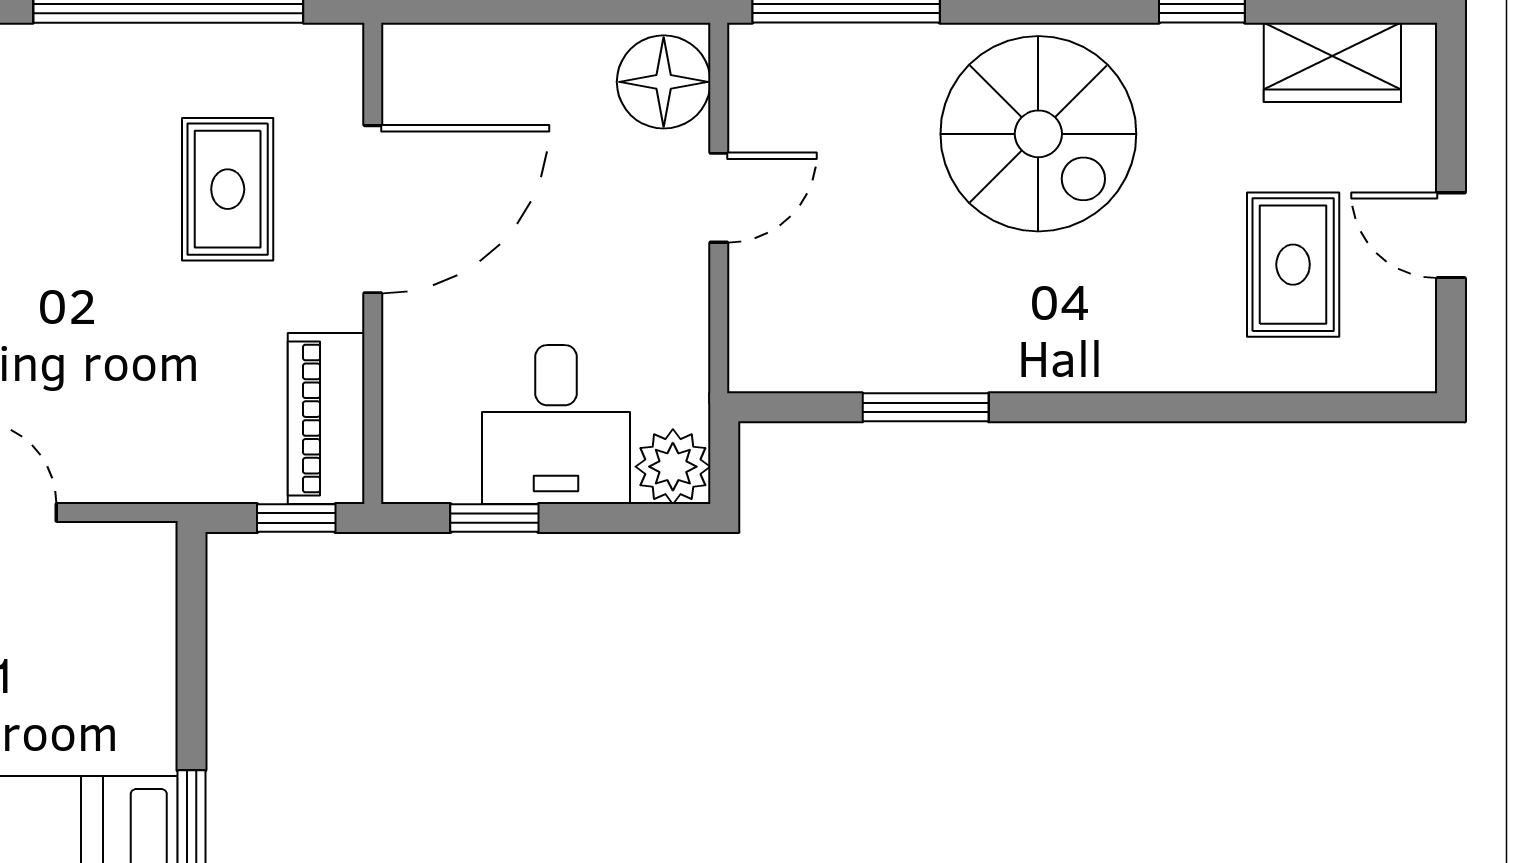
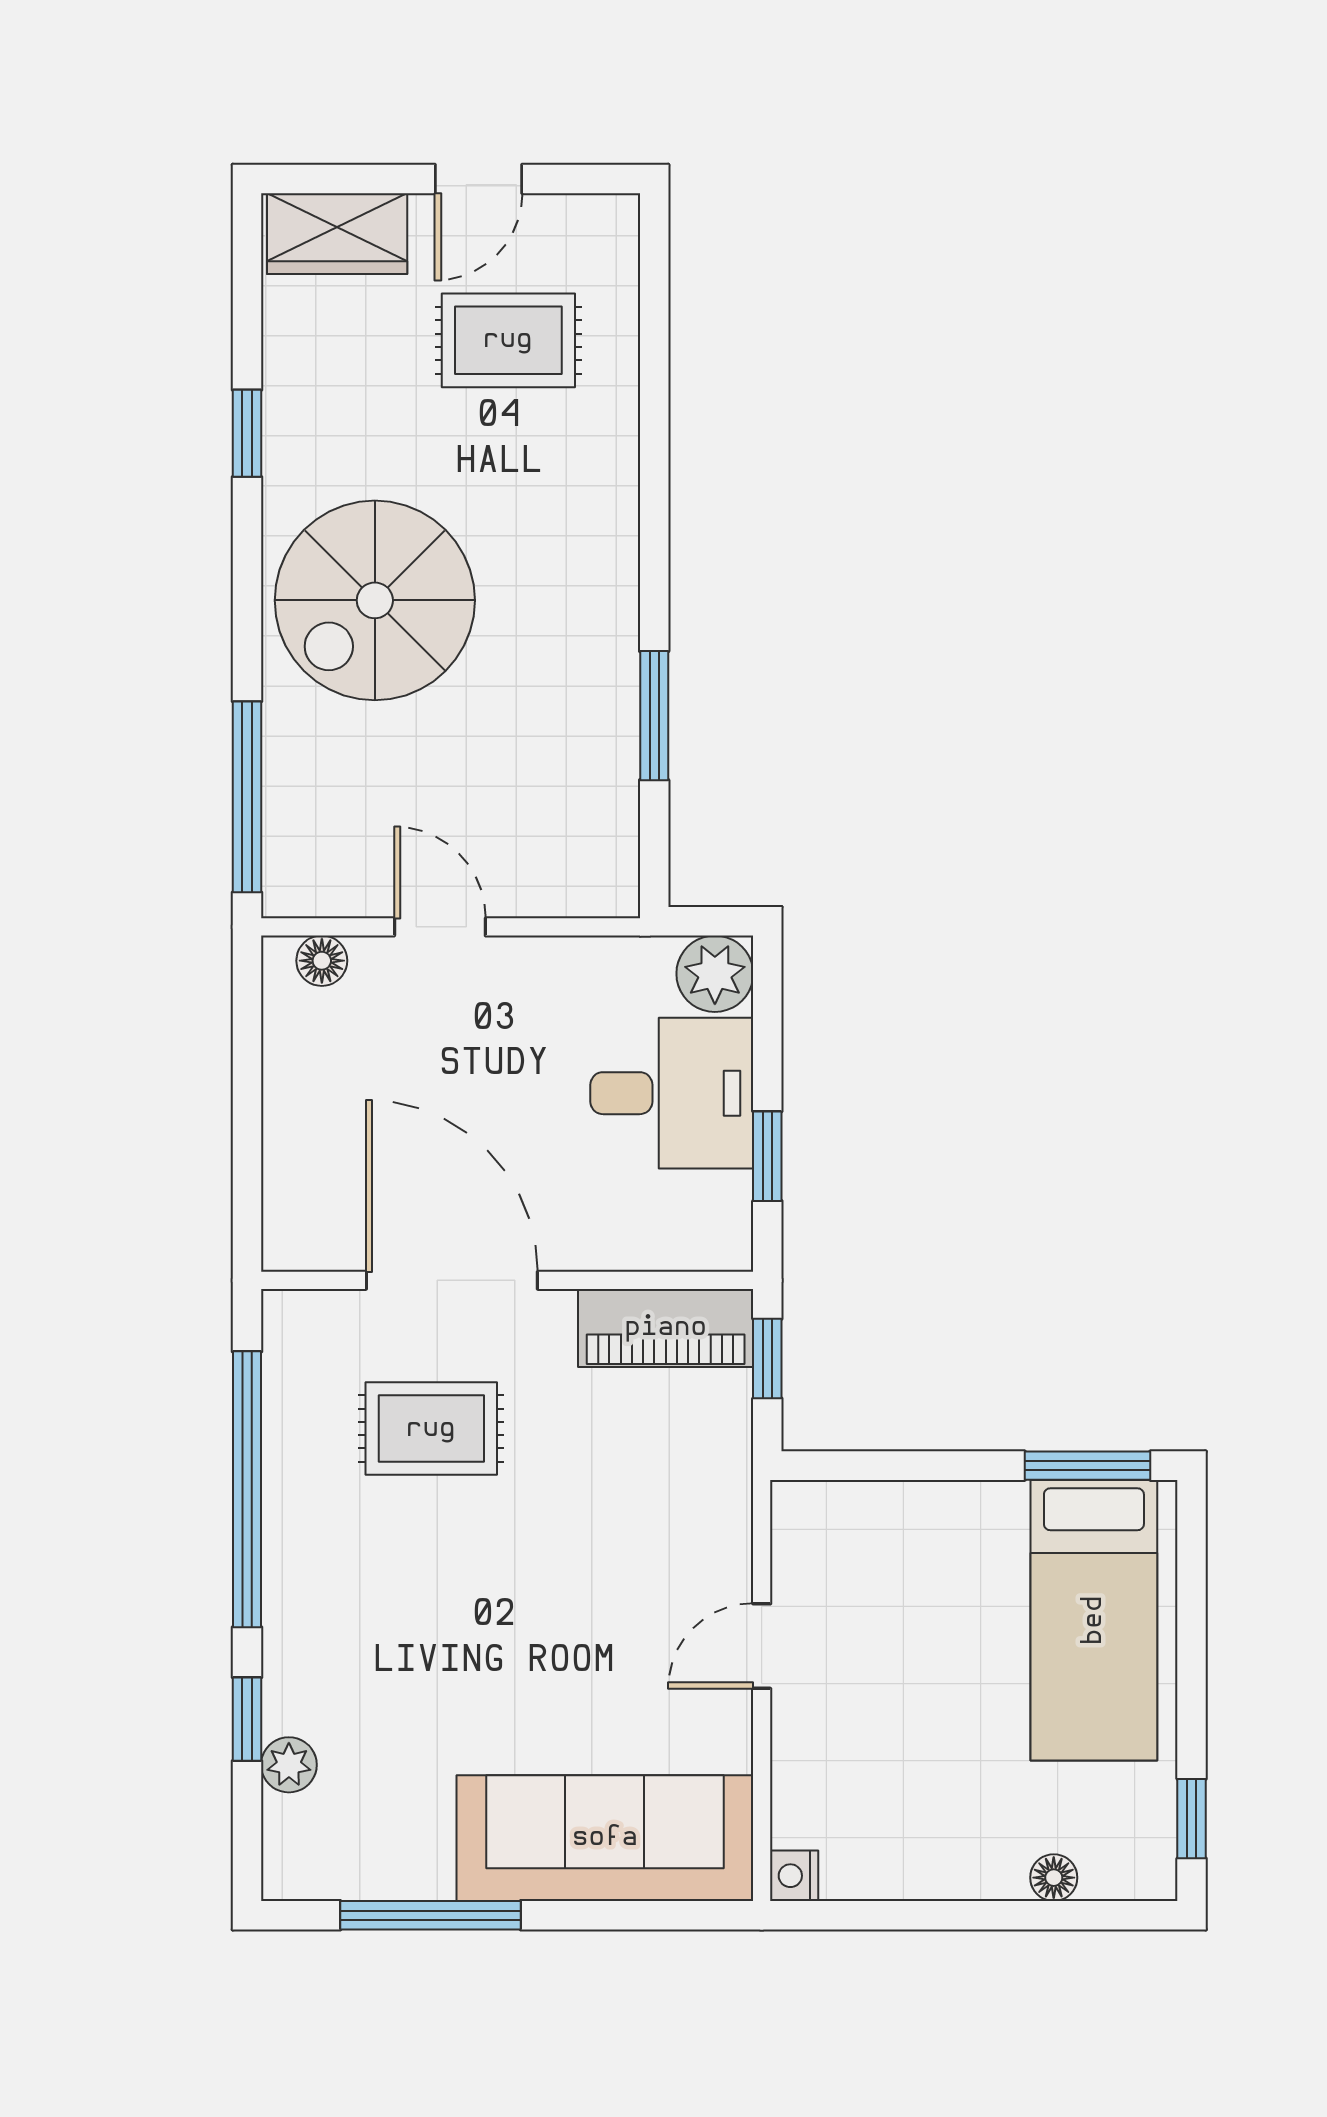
wardrobe: (1332, 62) -> (337, 234), moved, turned 90
floor lamp: (664, 82) -> (322, 961), width x0.53, depth x0.53
spiral stairs: (1038, 134) -> (375, 600), turned 180

